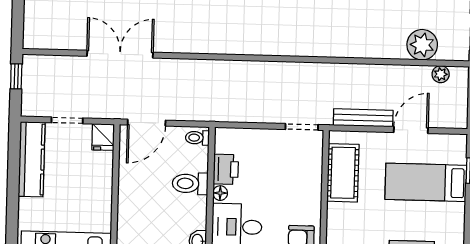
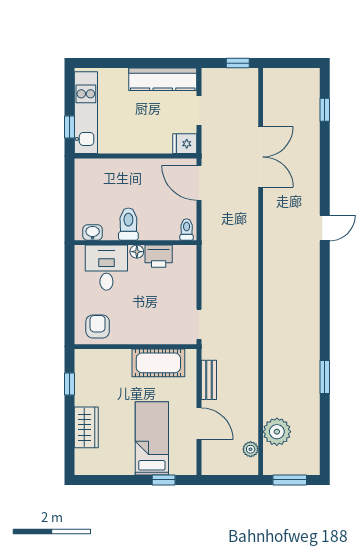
bench: (363, 118) -> (209, 380), width x0.73
toilet: (190, 184) -> (128, 224), moved

